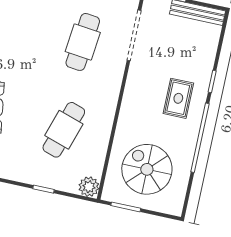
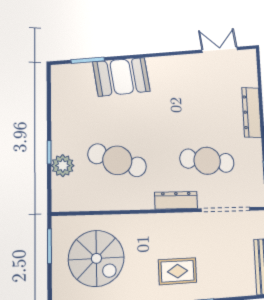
dresser: (113, 83) -> (176, 200), added
spiral stairs: (147, 169) -> (96, 258), turned 90
plant: (89, 187) -> (63, 166), moved

